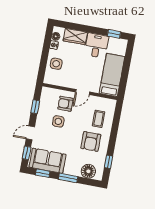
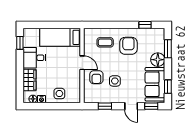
armchair: (91, 141) -> (128, 46), turned -90
floor lamp: (88, 171) -> (158, 60), moved
window: (68, 178) -> (168, 49), moved

